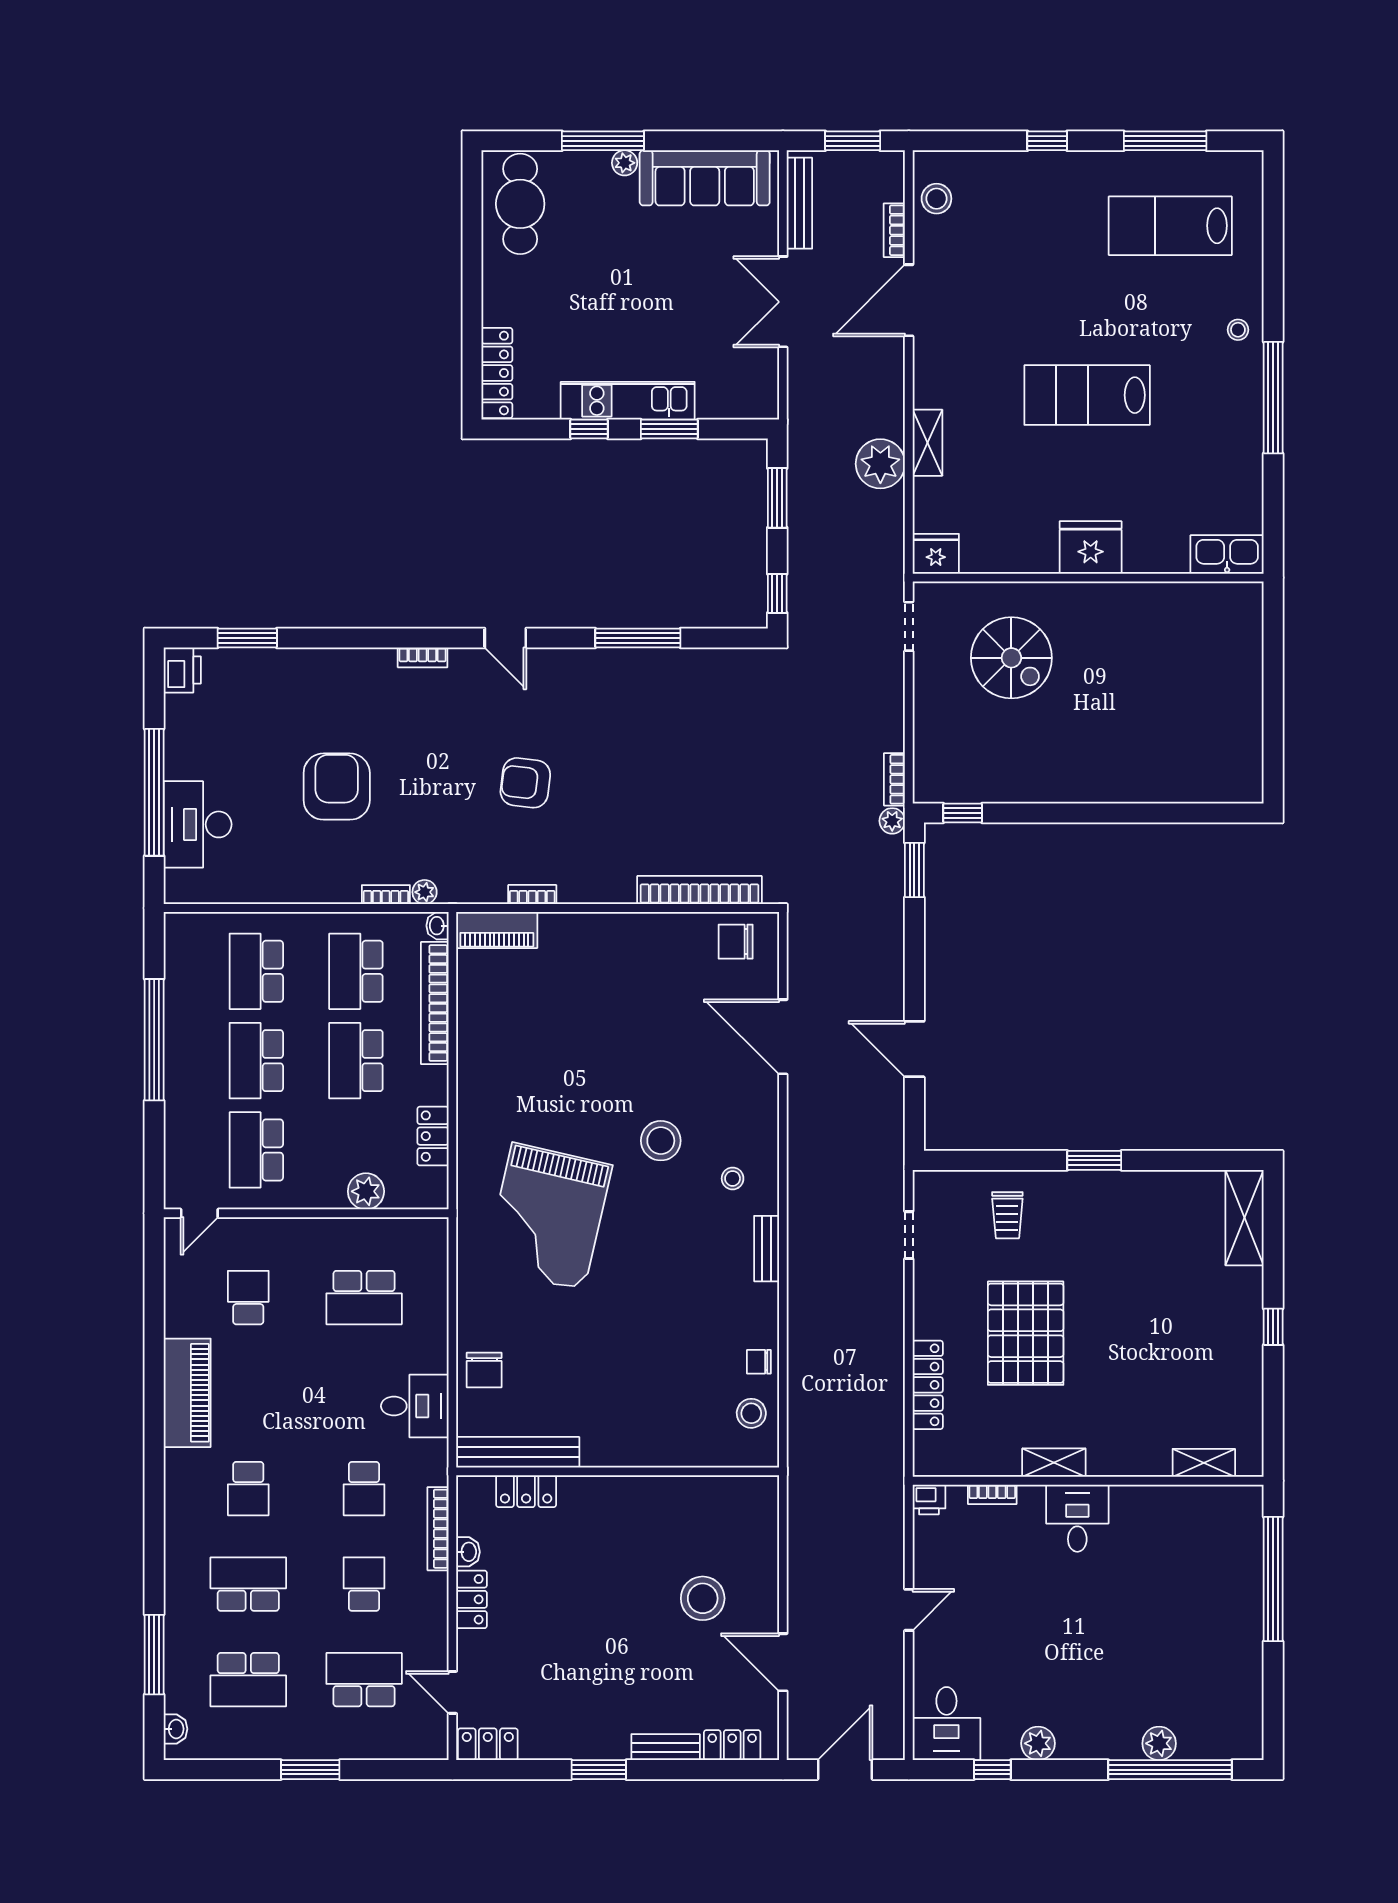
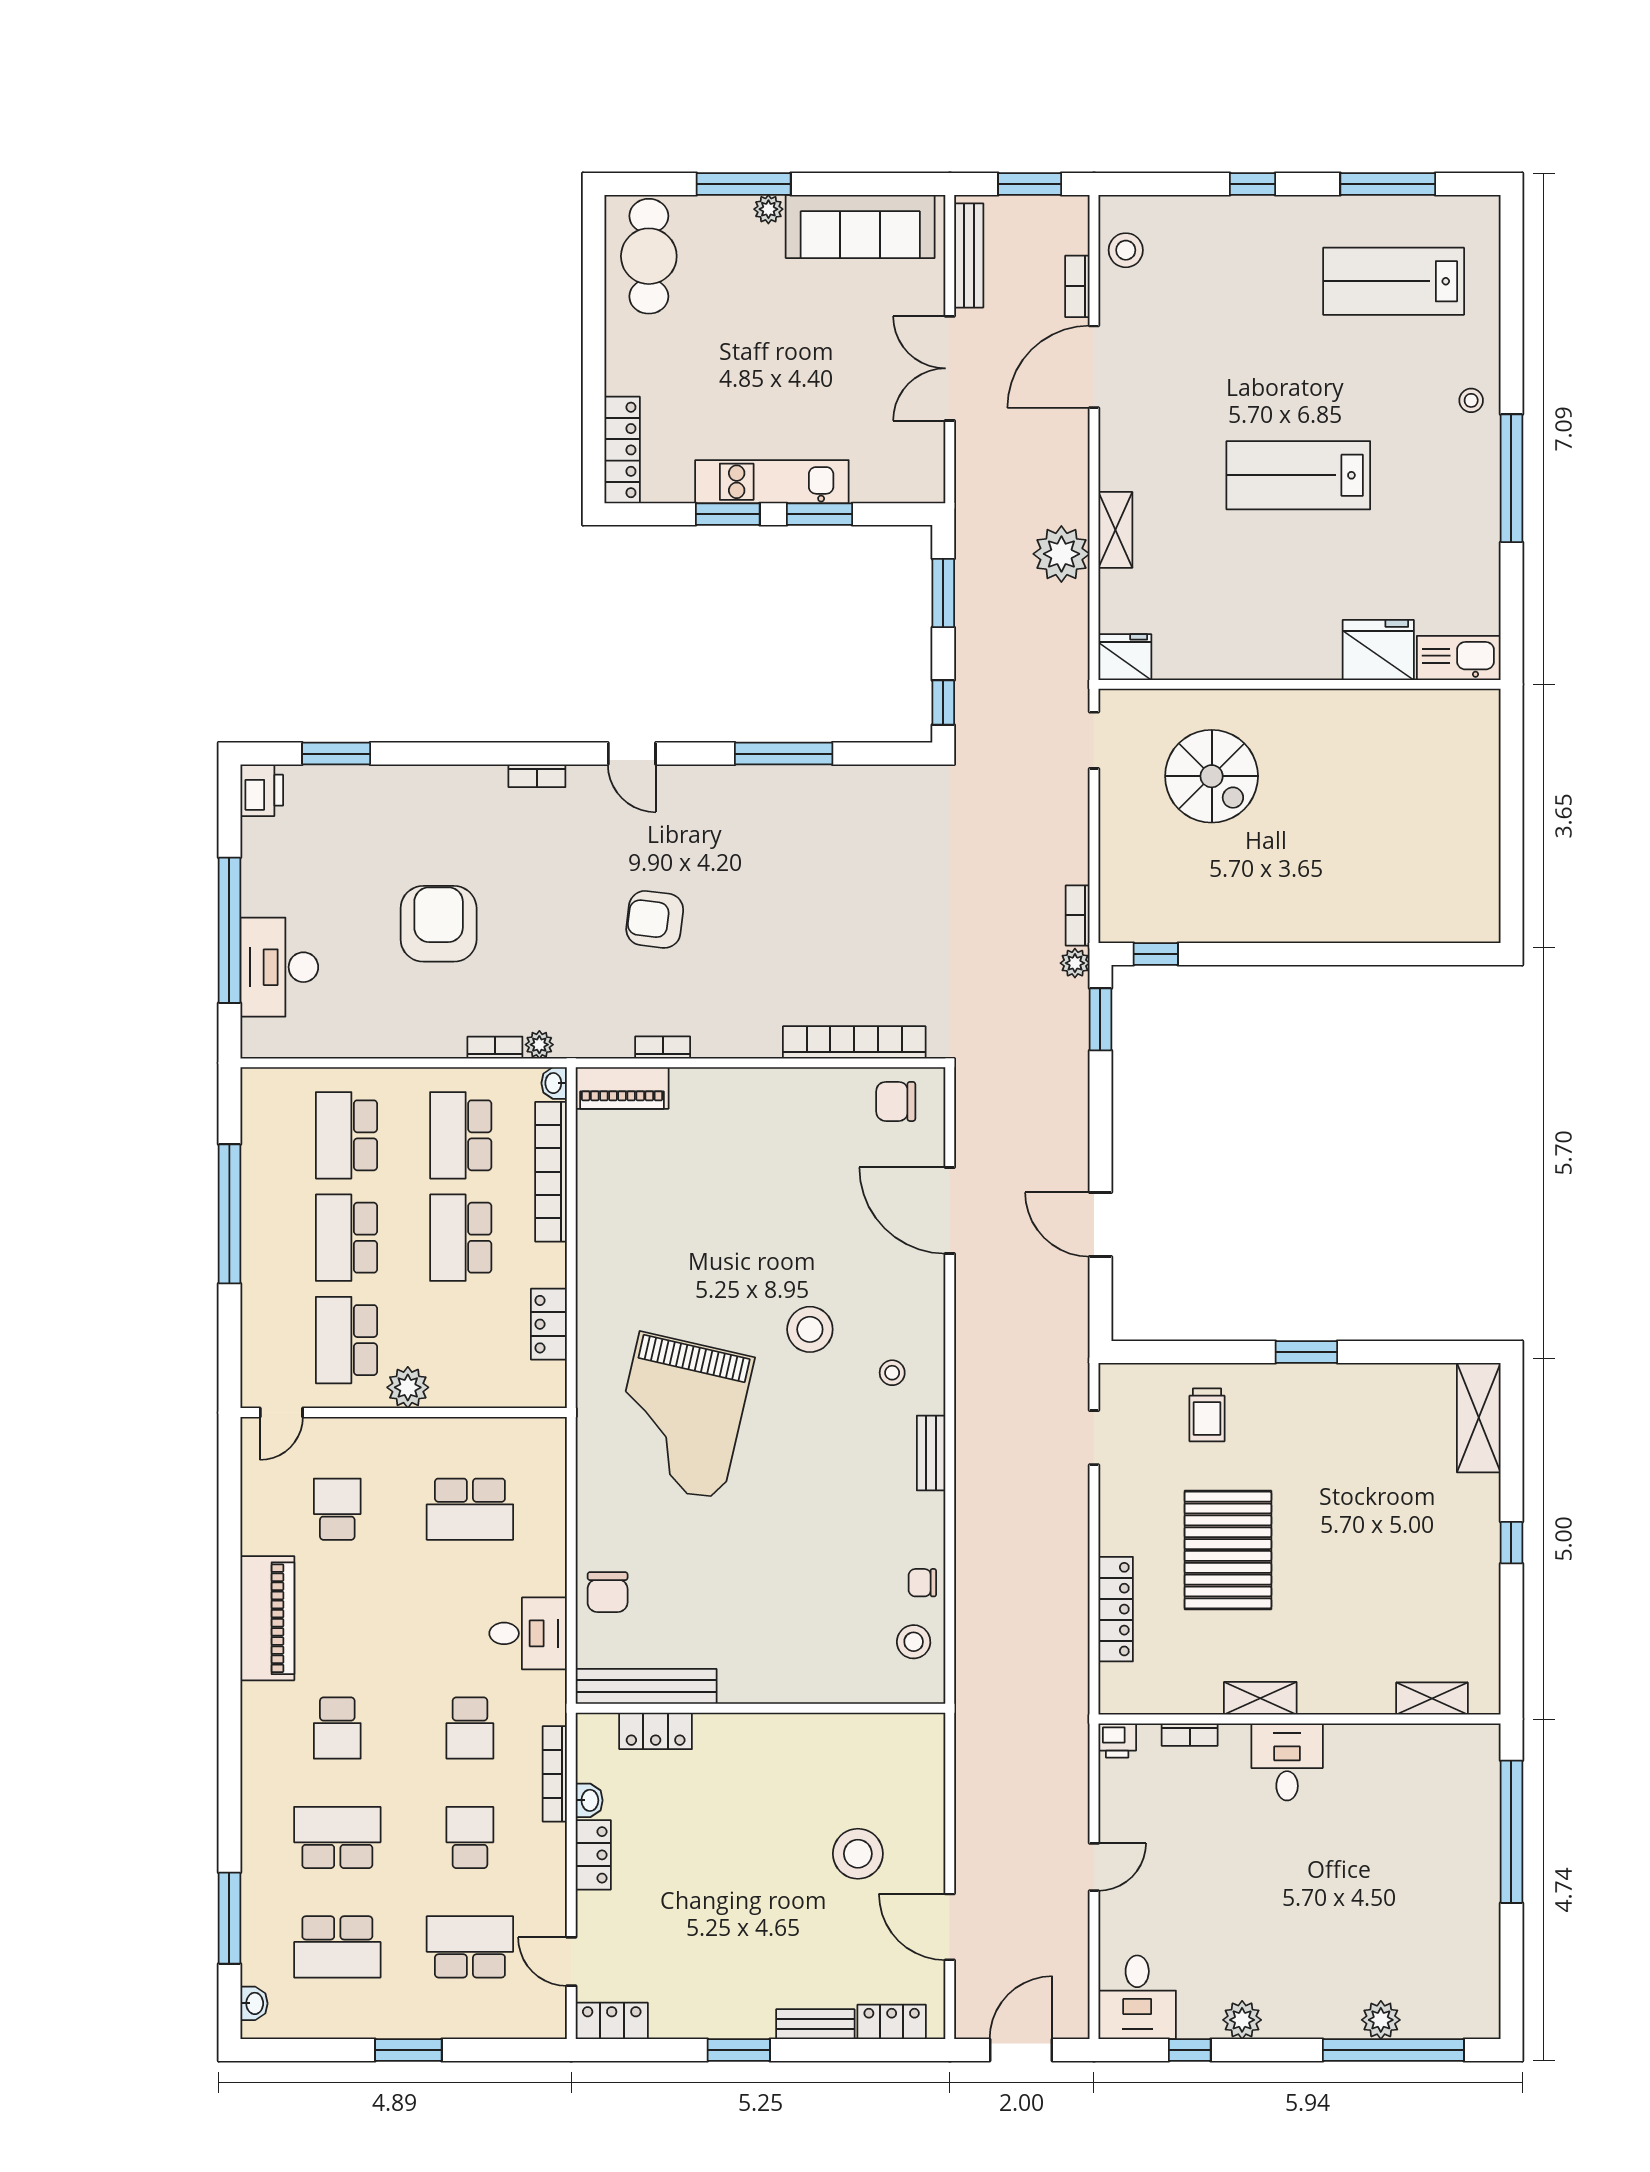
window: (589, 429) -> (728, 514), width x1.50
fridge: (1091, 548) -> (1378, 650), moved
plant: (366, 1191) -> (408, 1387), moved

